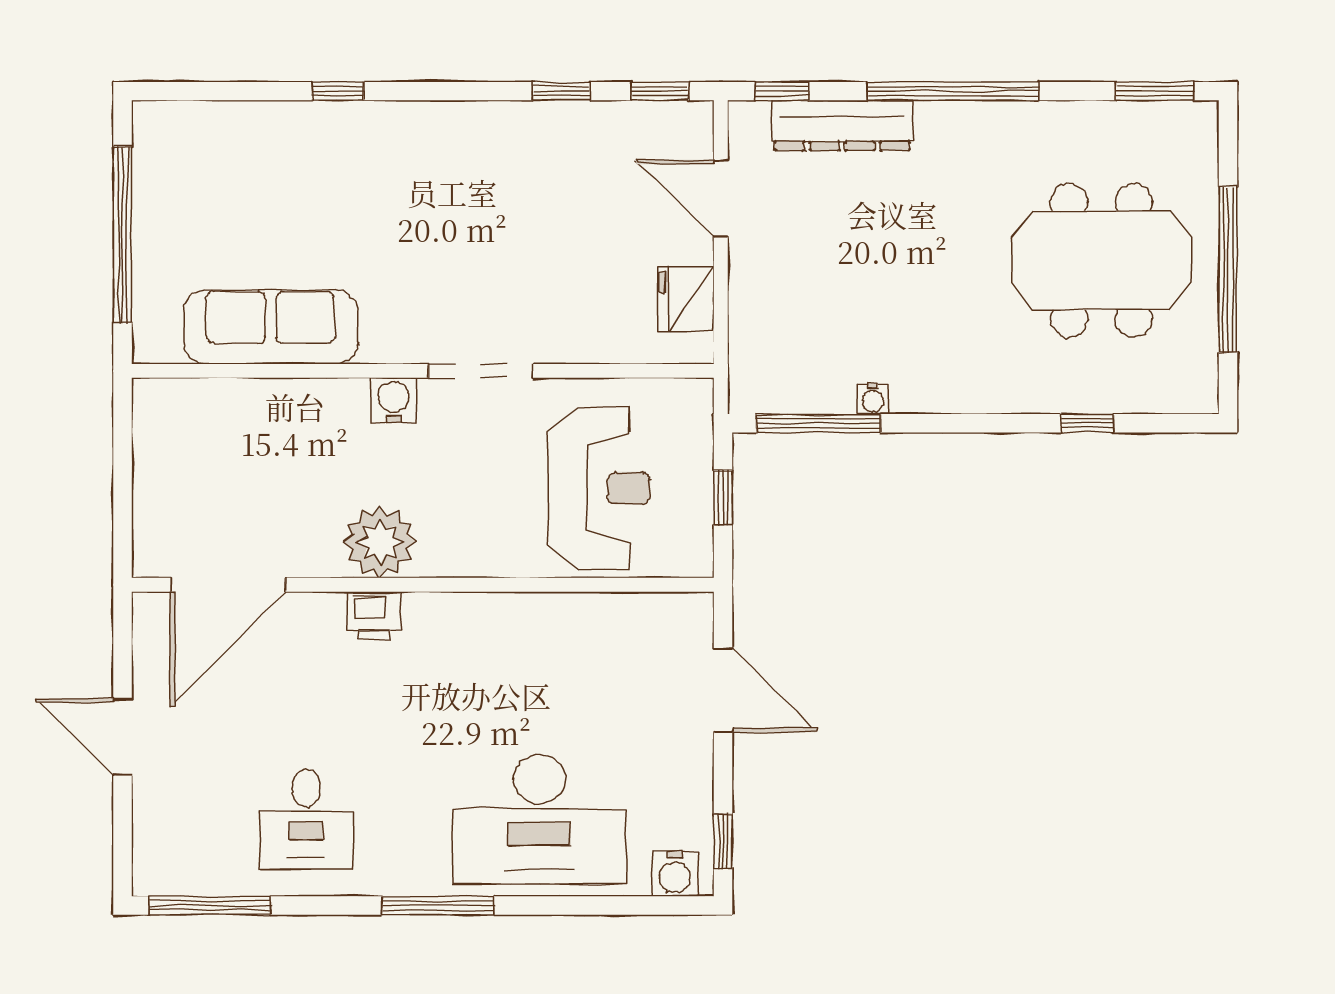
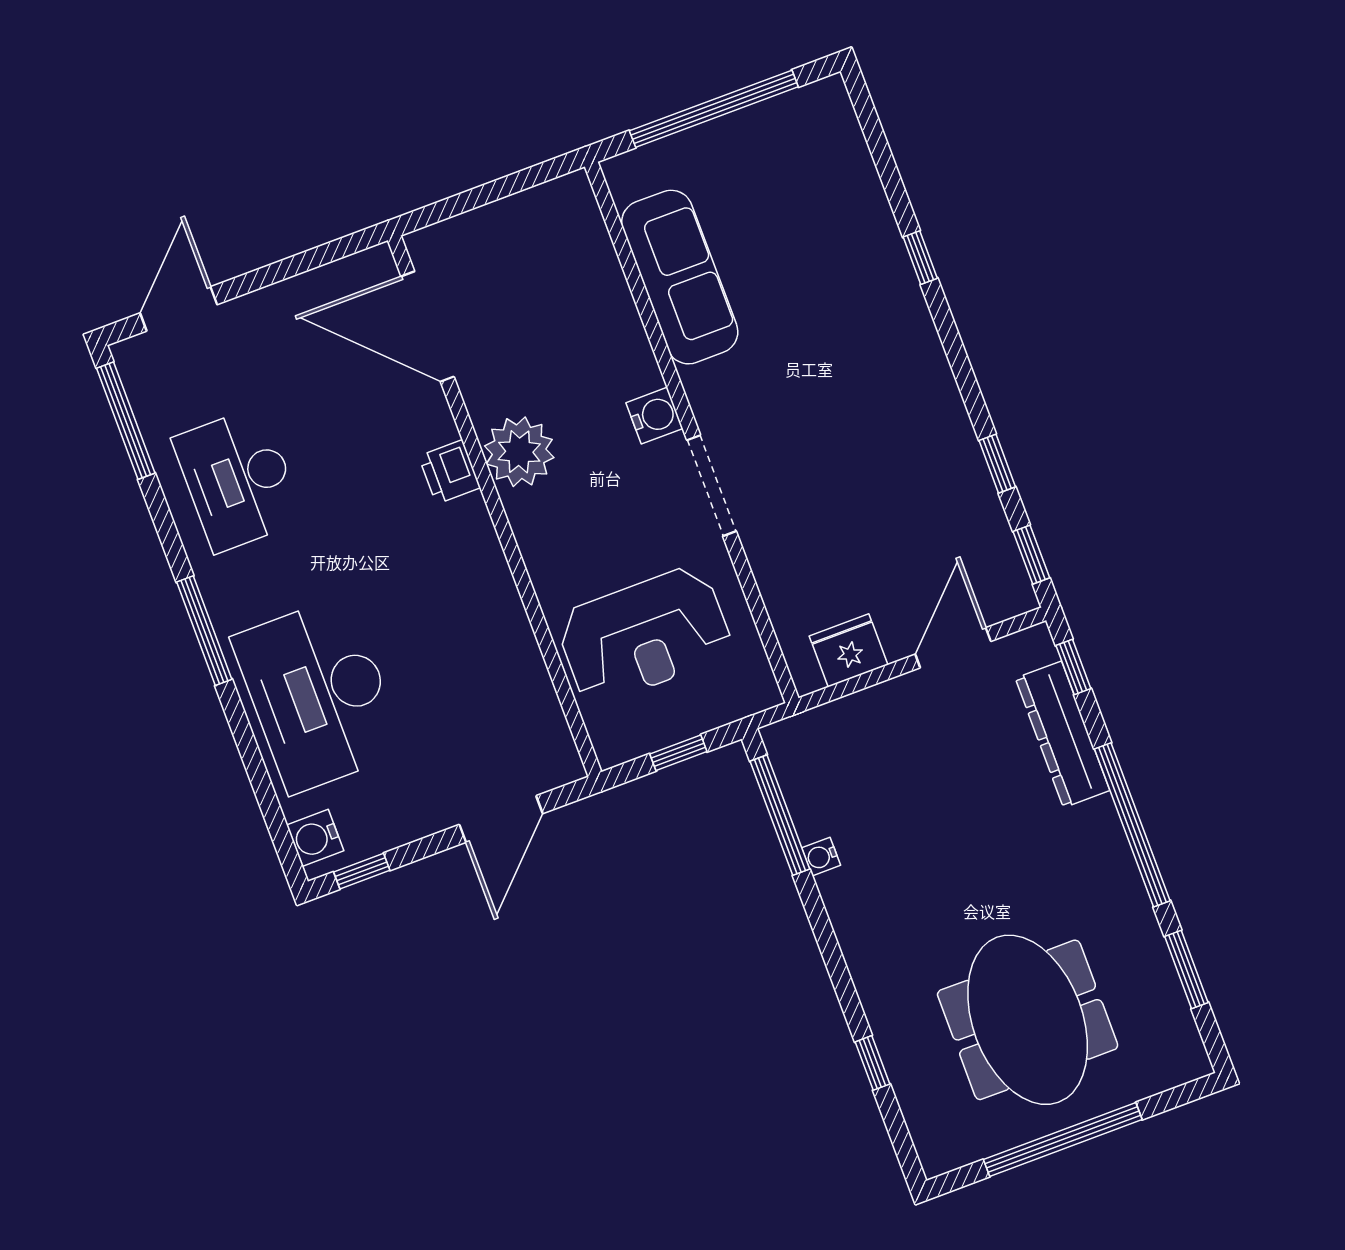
window: (1155, 91) -> (1186, 969), moved
door: (123, 737) -> (179, 309), moved
desk: (306, 819) -> (238, 479), width x1.37

